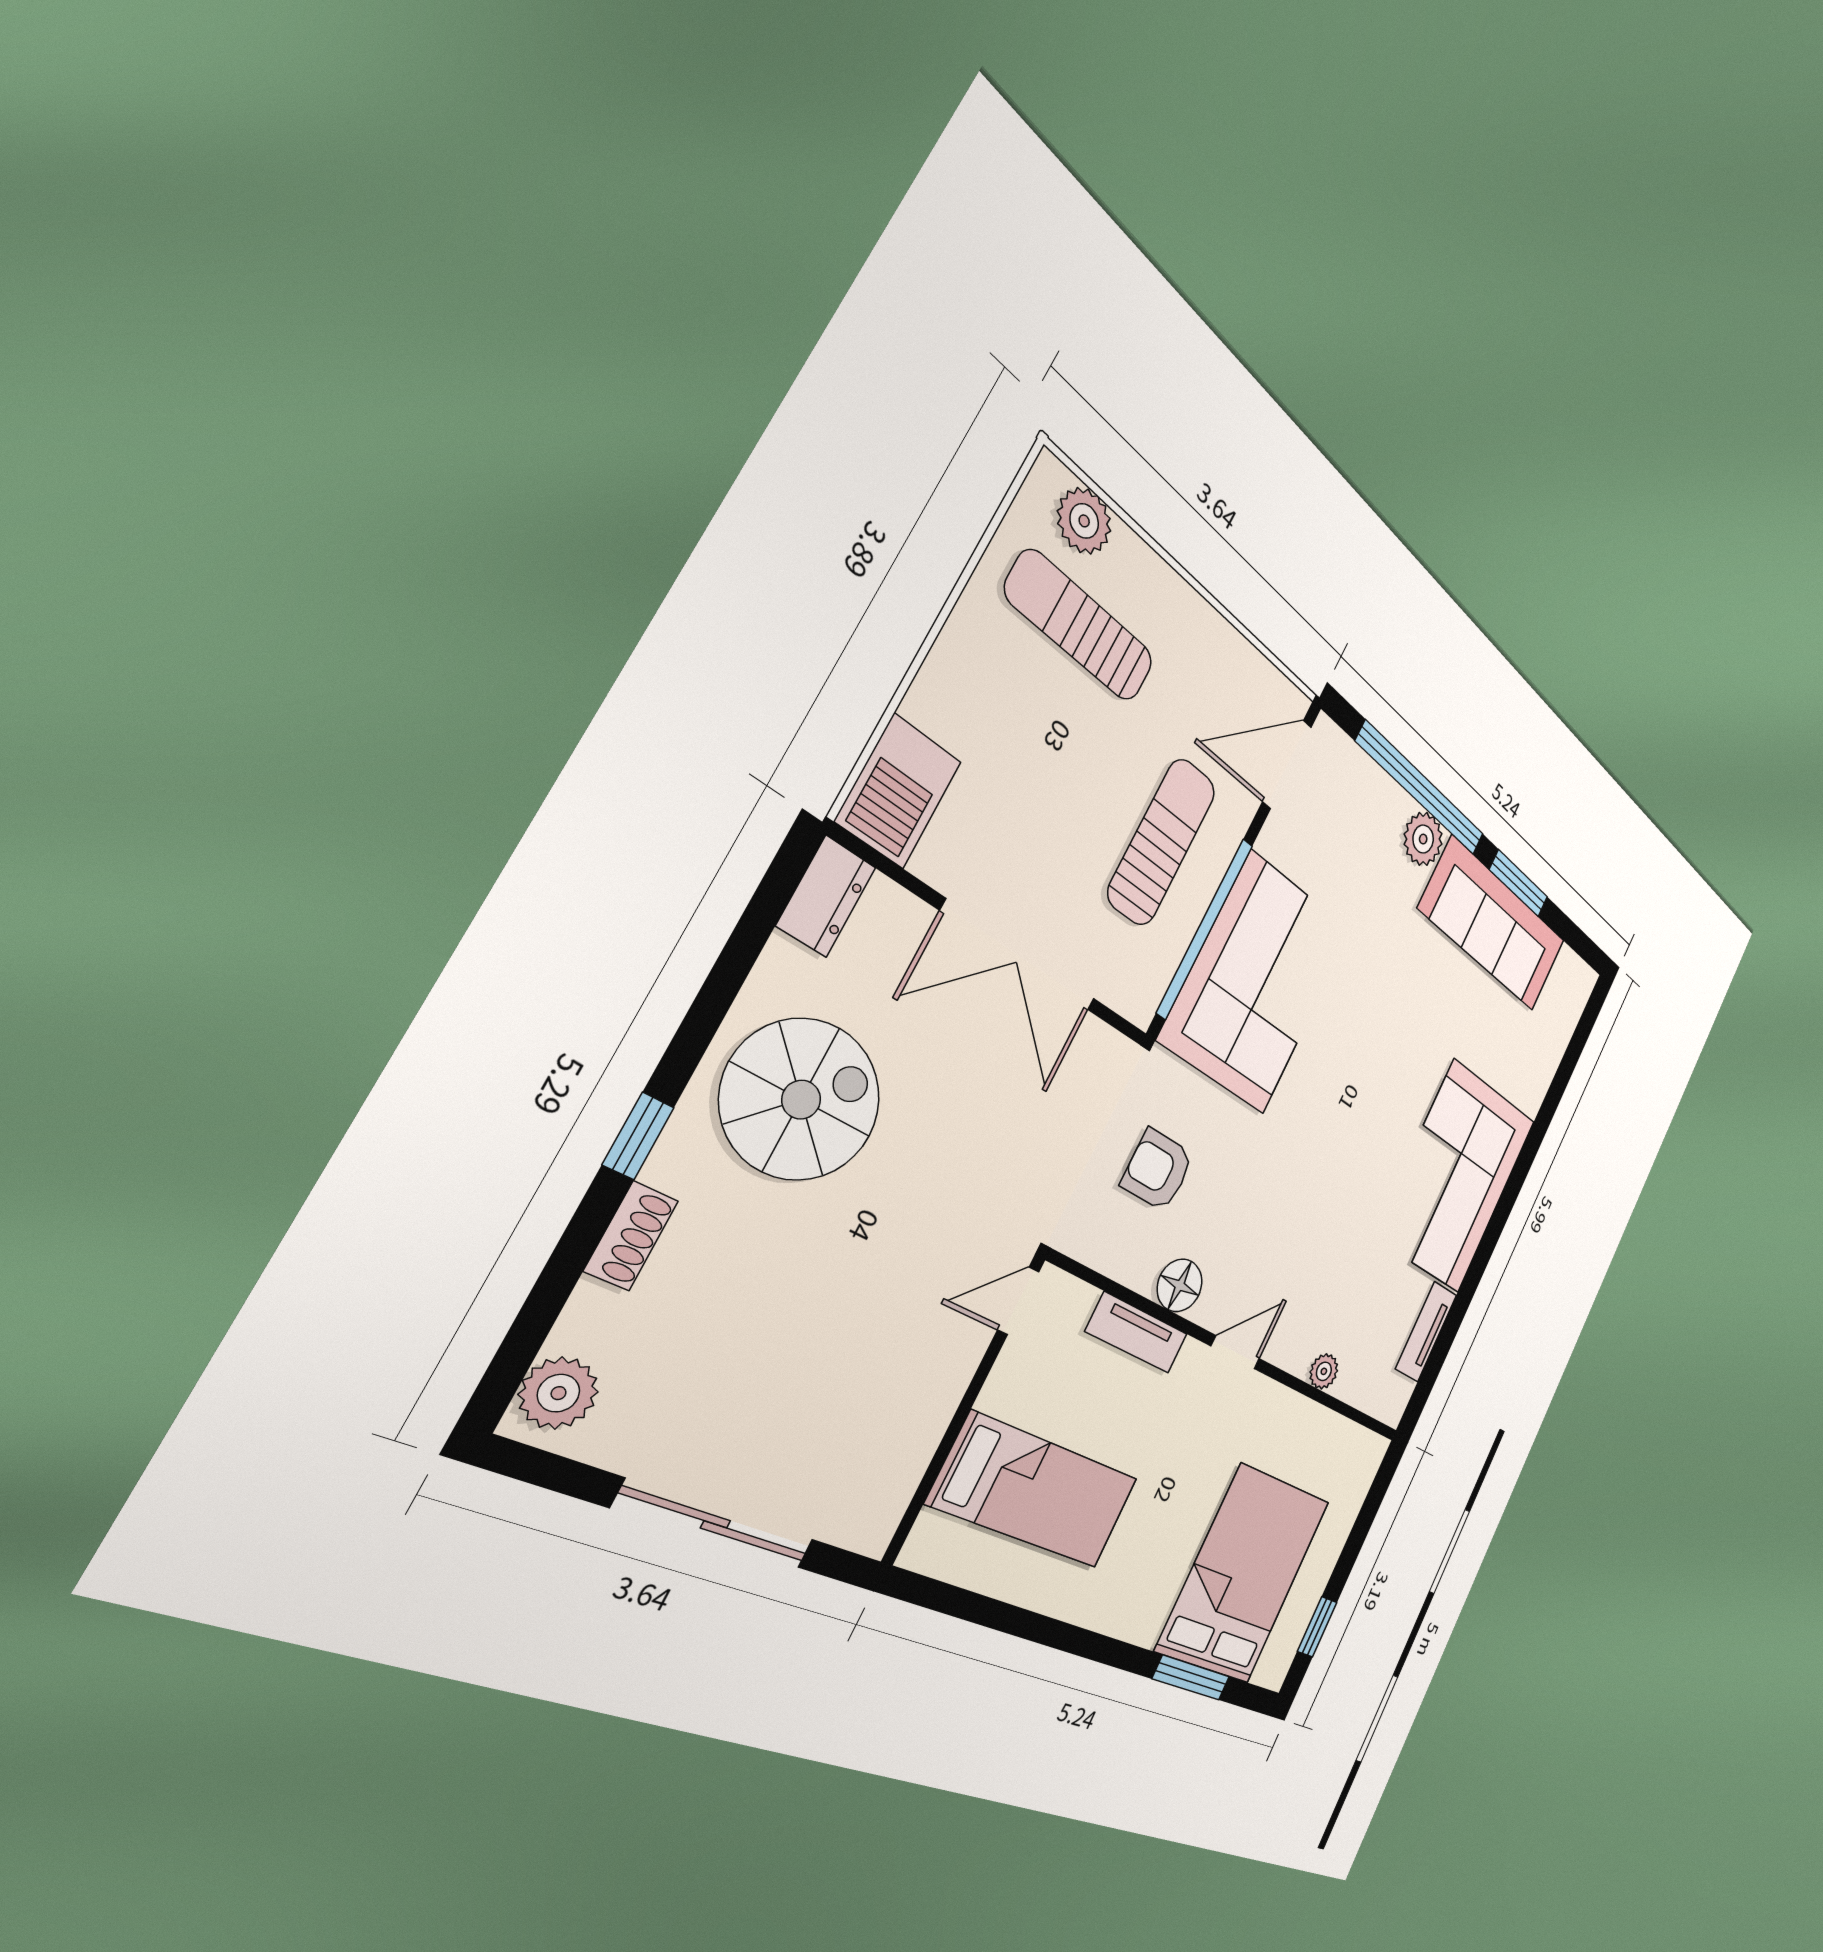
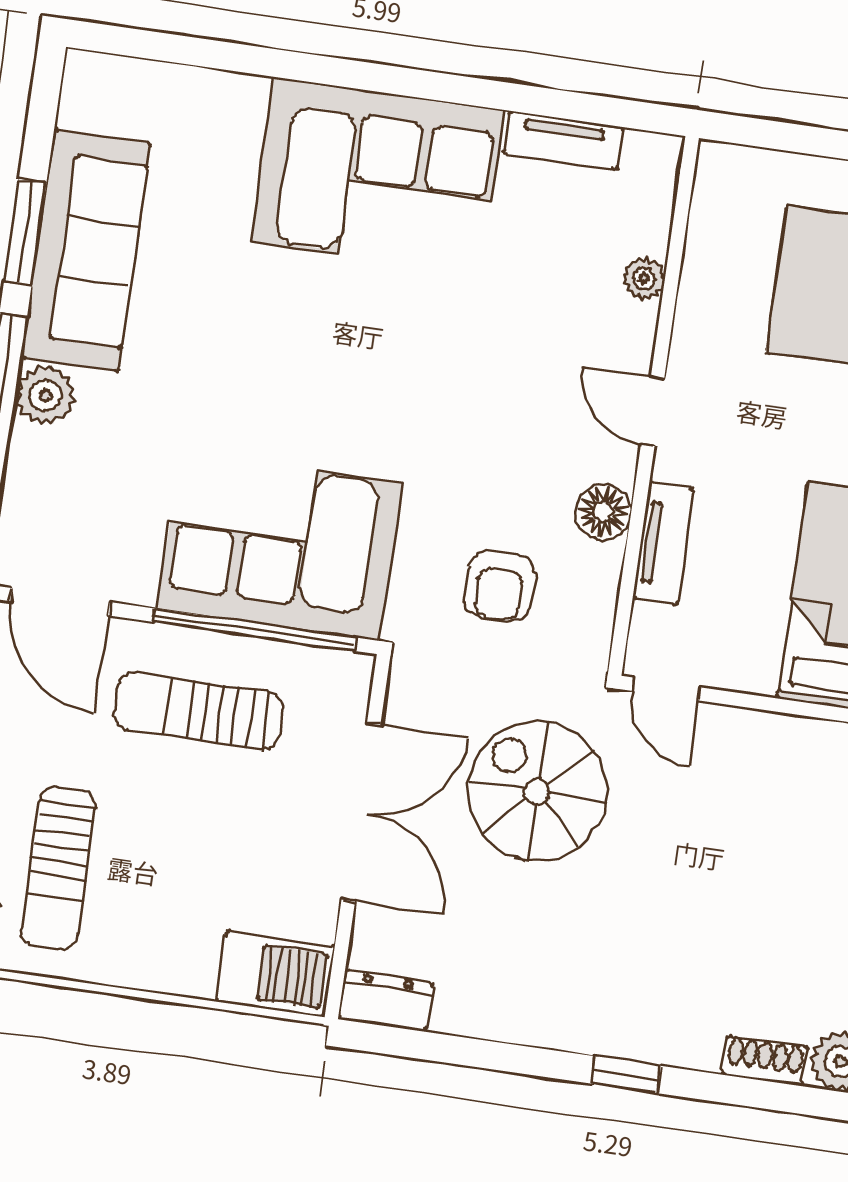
spiral stairs: (801, 1100) -> (537, 791), moved
shoe rack: (631, 1236) -> (765, 1061), moved

